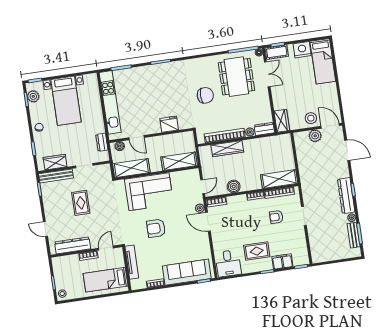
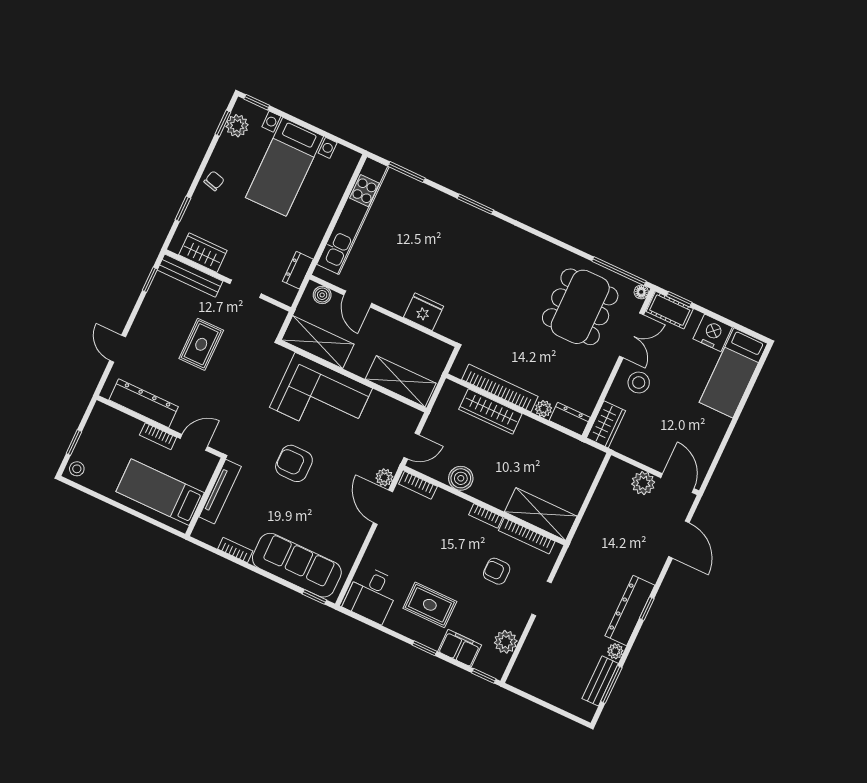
chair: (205, 95) -> (511, 304), removed
stool: (311, 118) -> (639, 383), moved
plant: (301, 245) -> (506, 642), added

